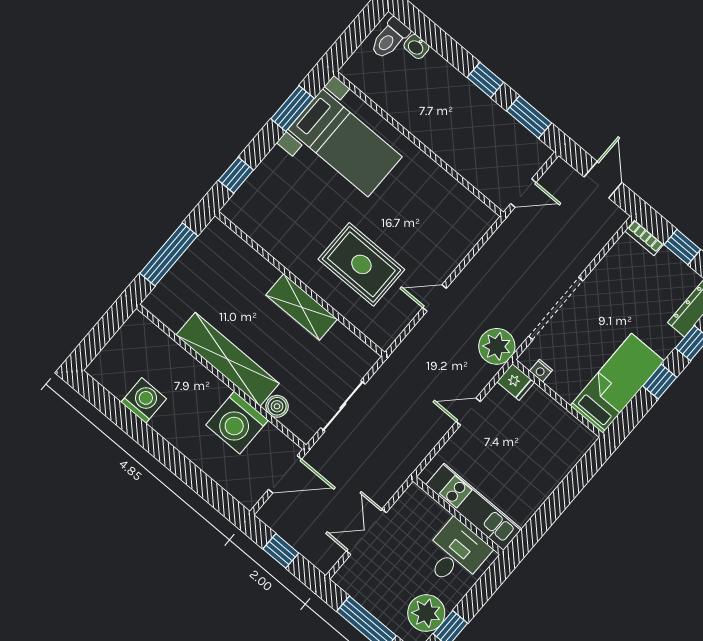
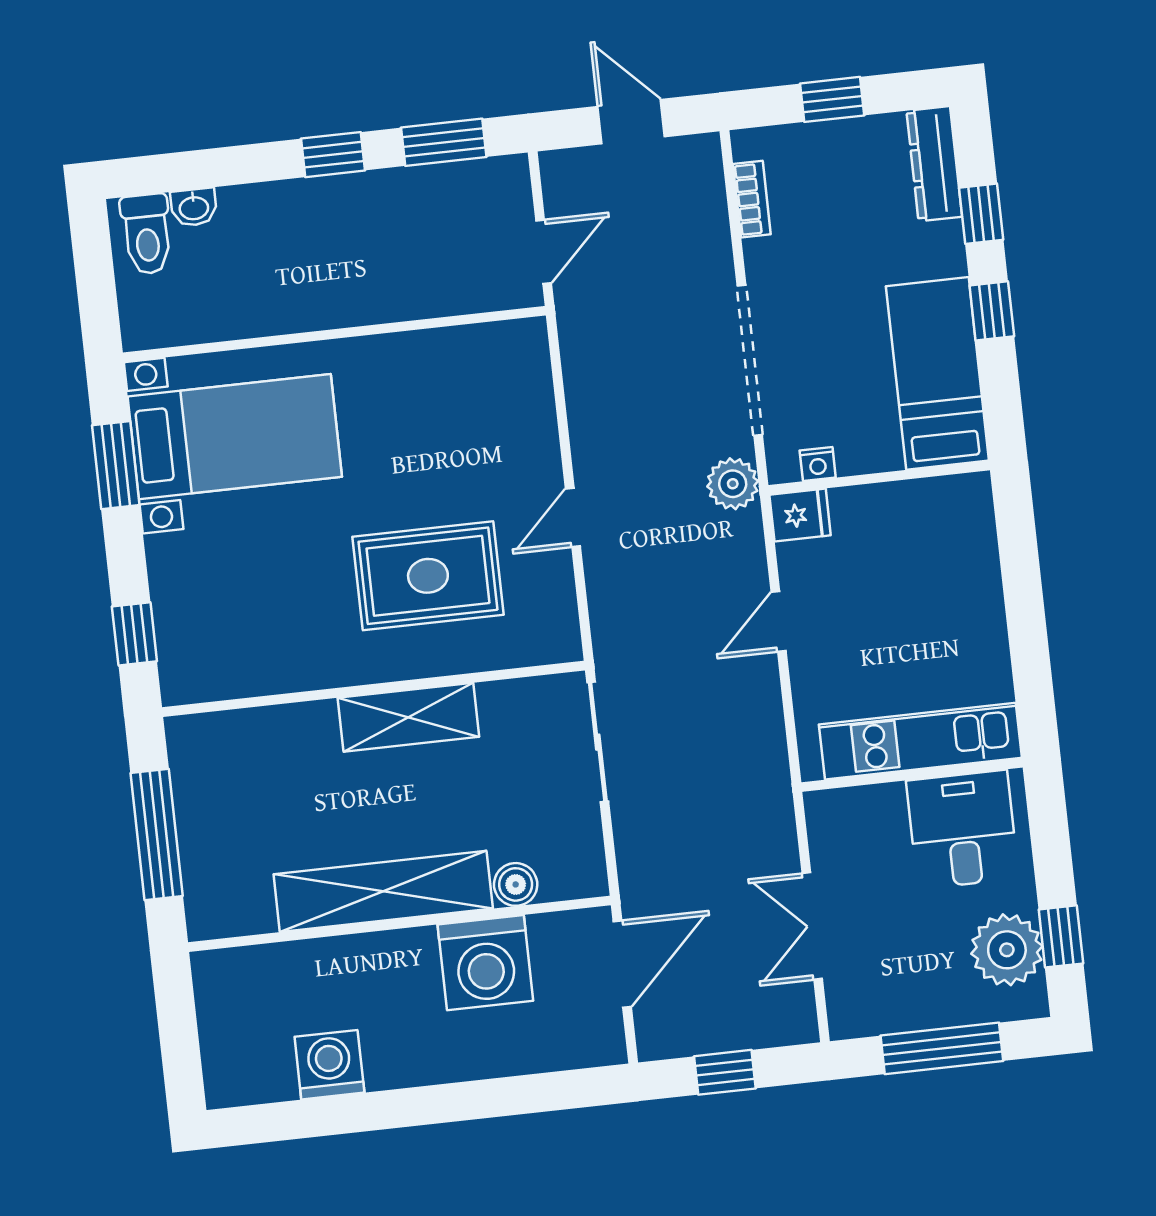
bookcase: (644, 238) -> (752, 199), moved, turned -90
plant: (497, 346) -> (733, 484), width x0.73, depth x0.73
sliding door: (343, 406) -> (598, 742), moved

